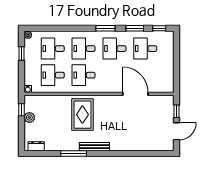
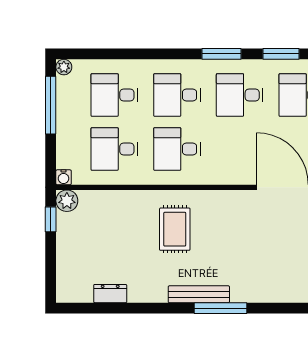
window: (21, 54) -> (51, 105), width x2.17
rug: (82, 115) -> (175, 229), width x0.73, depth x0.70
plant: (29, 117) -> (67, 201), moved
dresser: (36, 146) -> (110, 294), moved
window: (74, 153) -> (221, 308), moved

